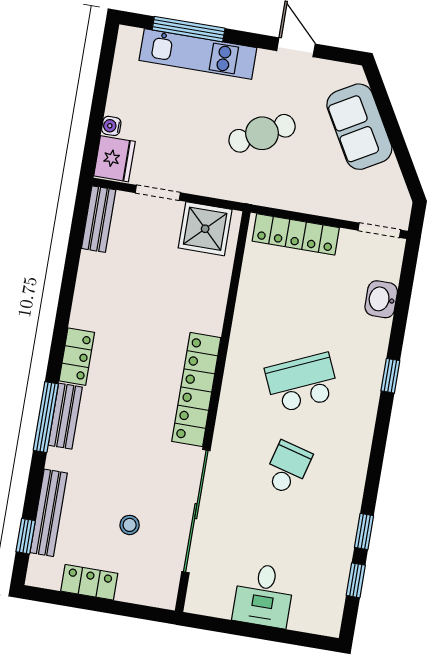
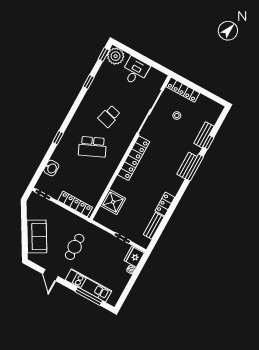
cafe table: (262, 133) -> (75, 247), turned -62
bench: (99, 219) -> (154, 226), moved
shower: (205, 229) -> (113, 202), moved
locker: (77, 357) -> (165, 204), moved
bench: (49, 513) -> (204, 135), width x0.73
window: (26, 536) -> (208, 142), moved
window: (356, 580) -> (104, 55), moved
locker: (89, 582) -> (183, 90), moved, width x1.53
plant: (322, 614) -> (116, 56), added

